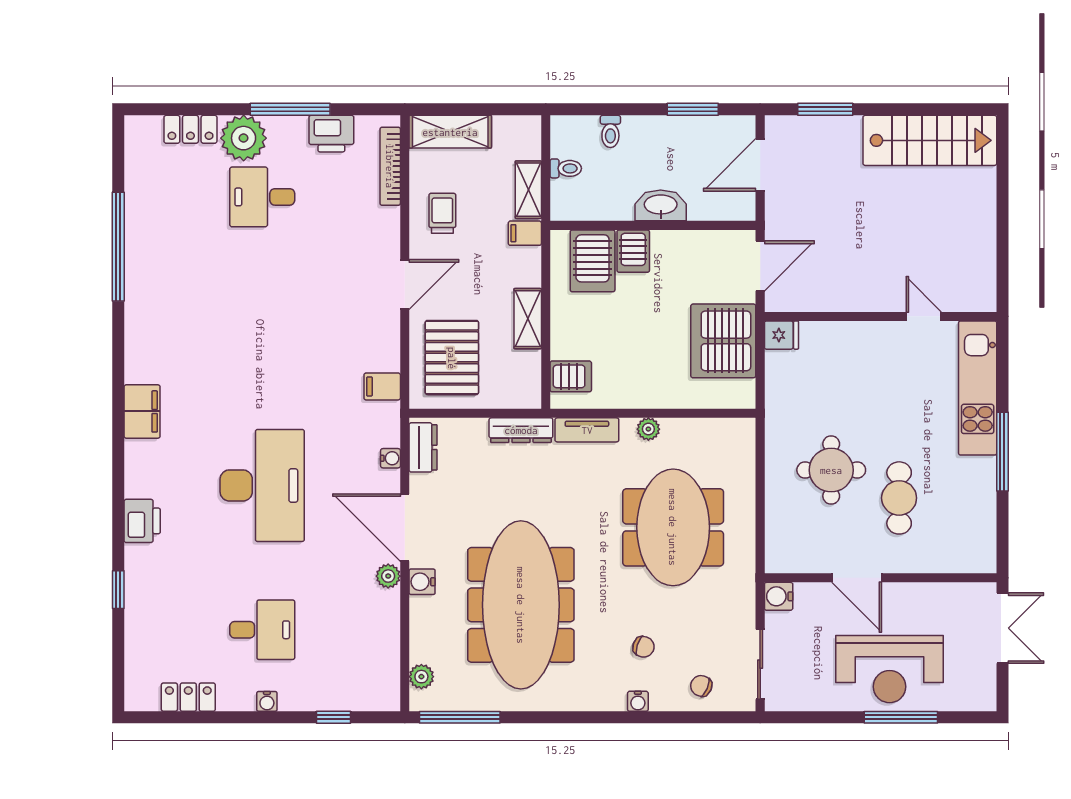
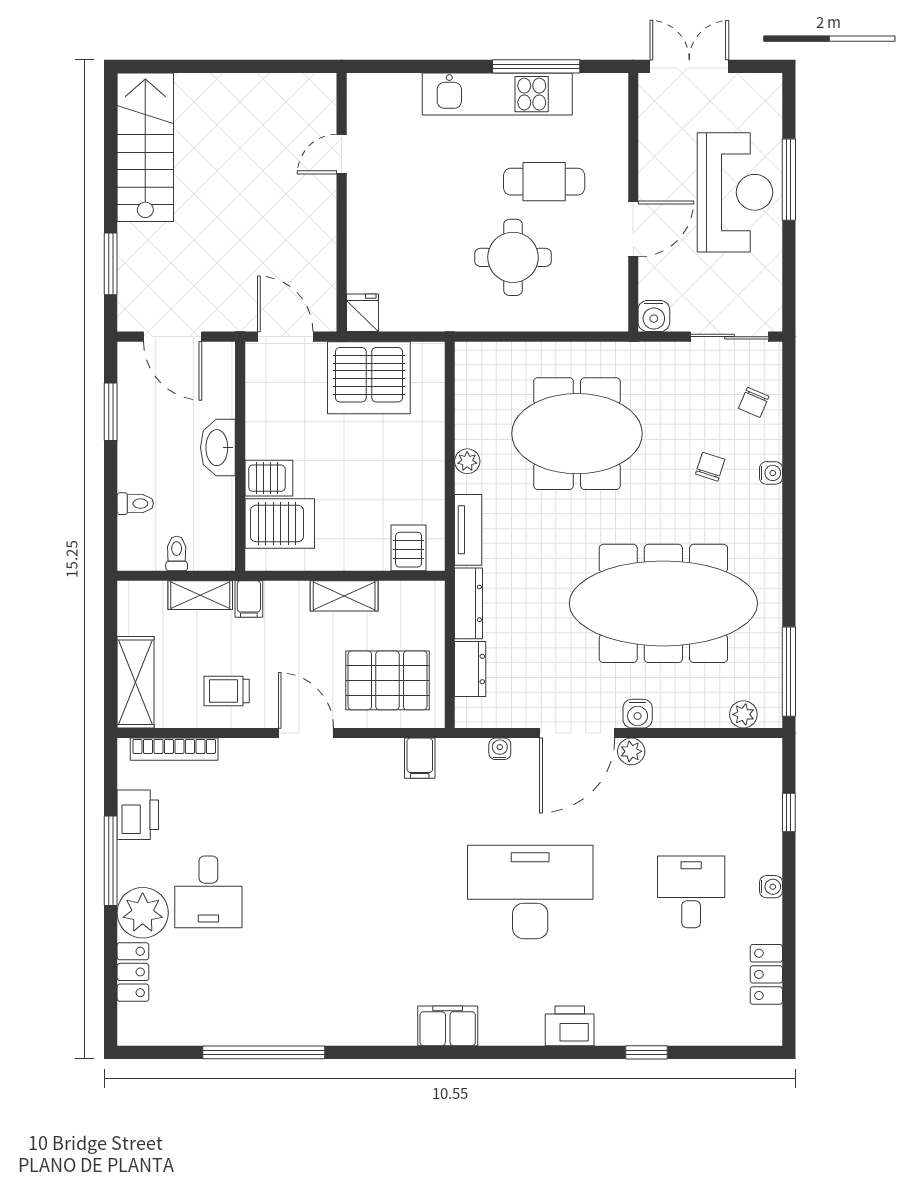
kitchen unit: (978, 388) -> (497, 94), moved
dresser: (423, 447) -> (470, 669), moved, turned 90
window: (1002, 452) -> (536, 66), moved

